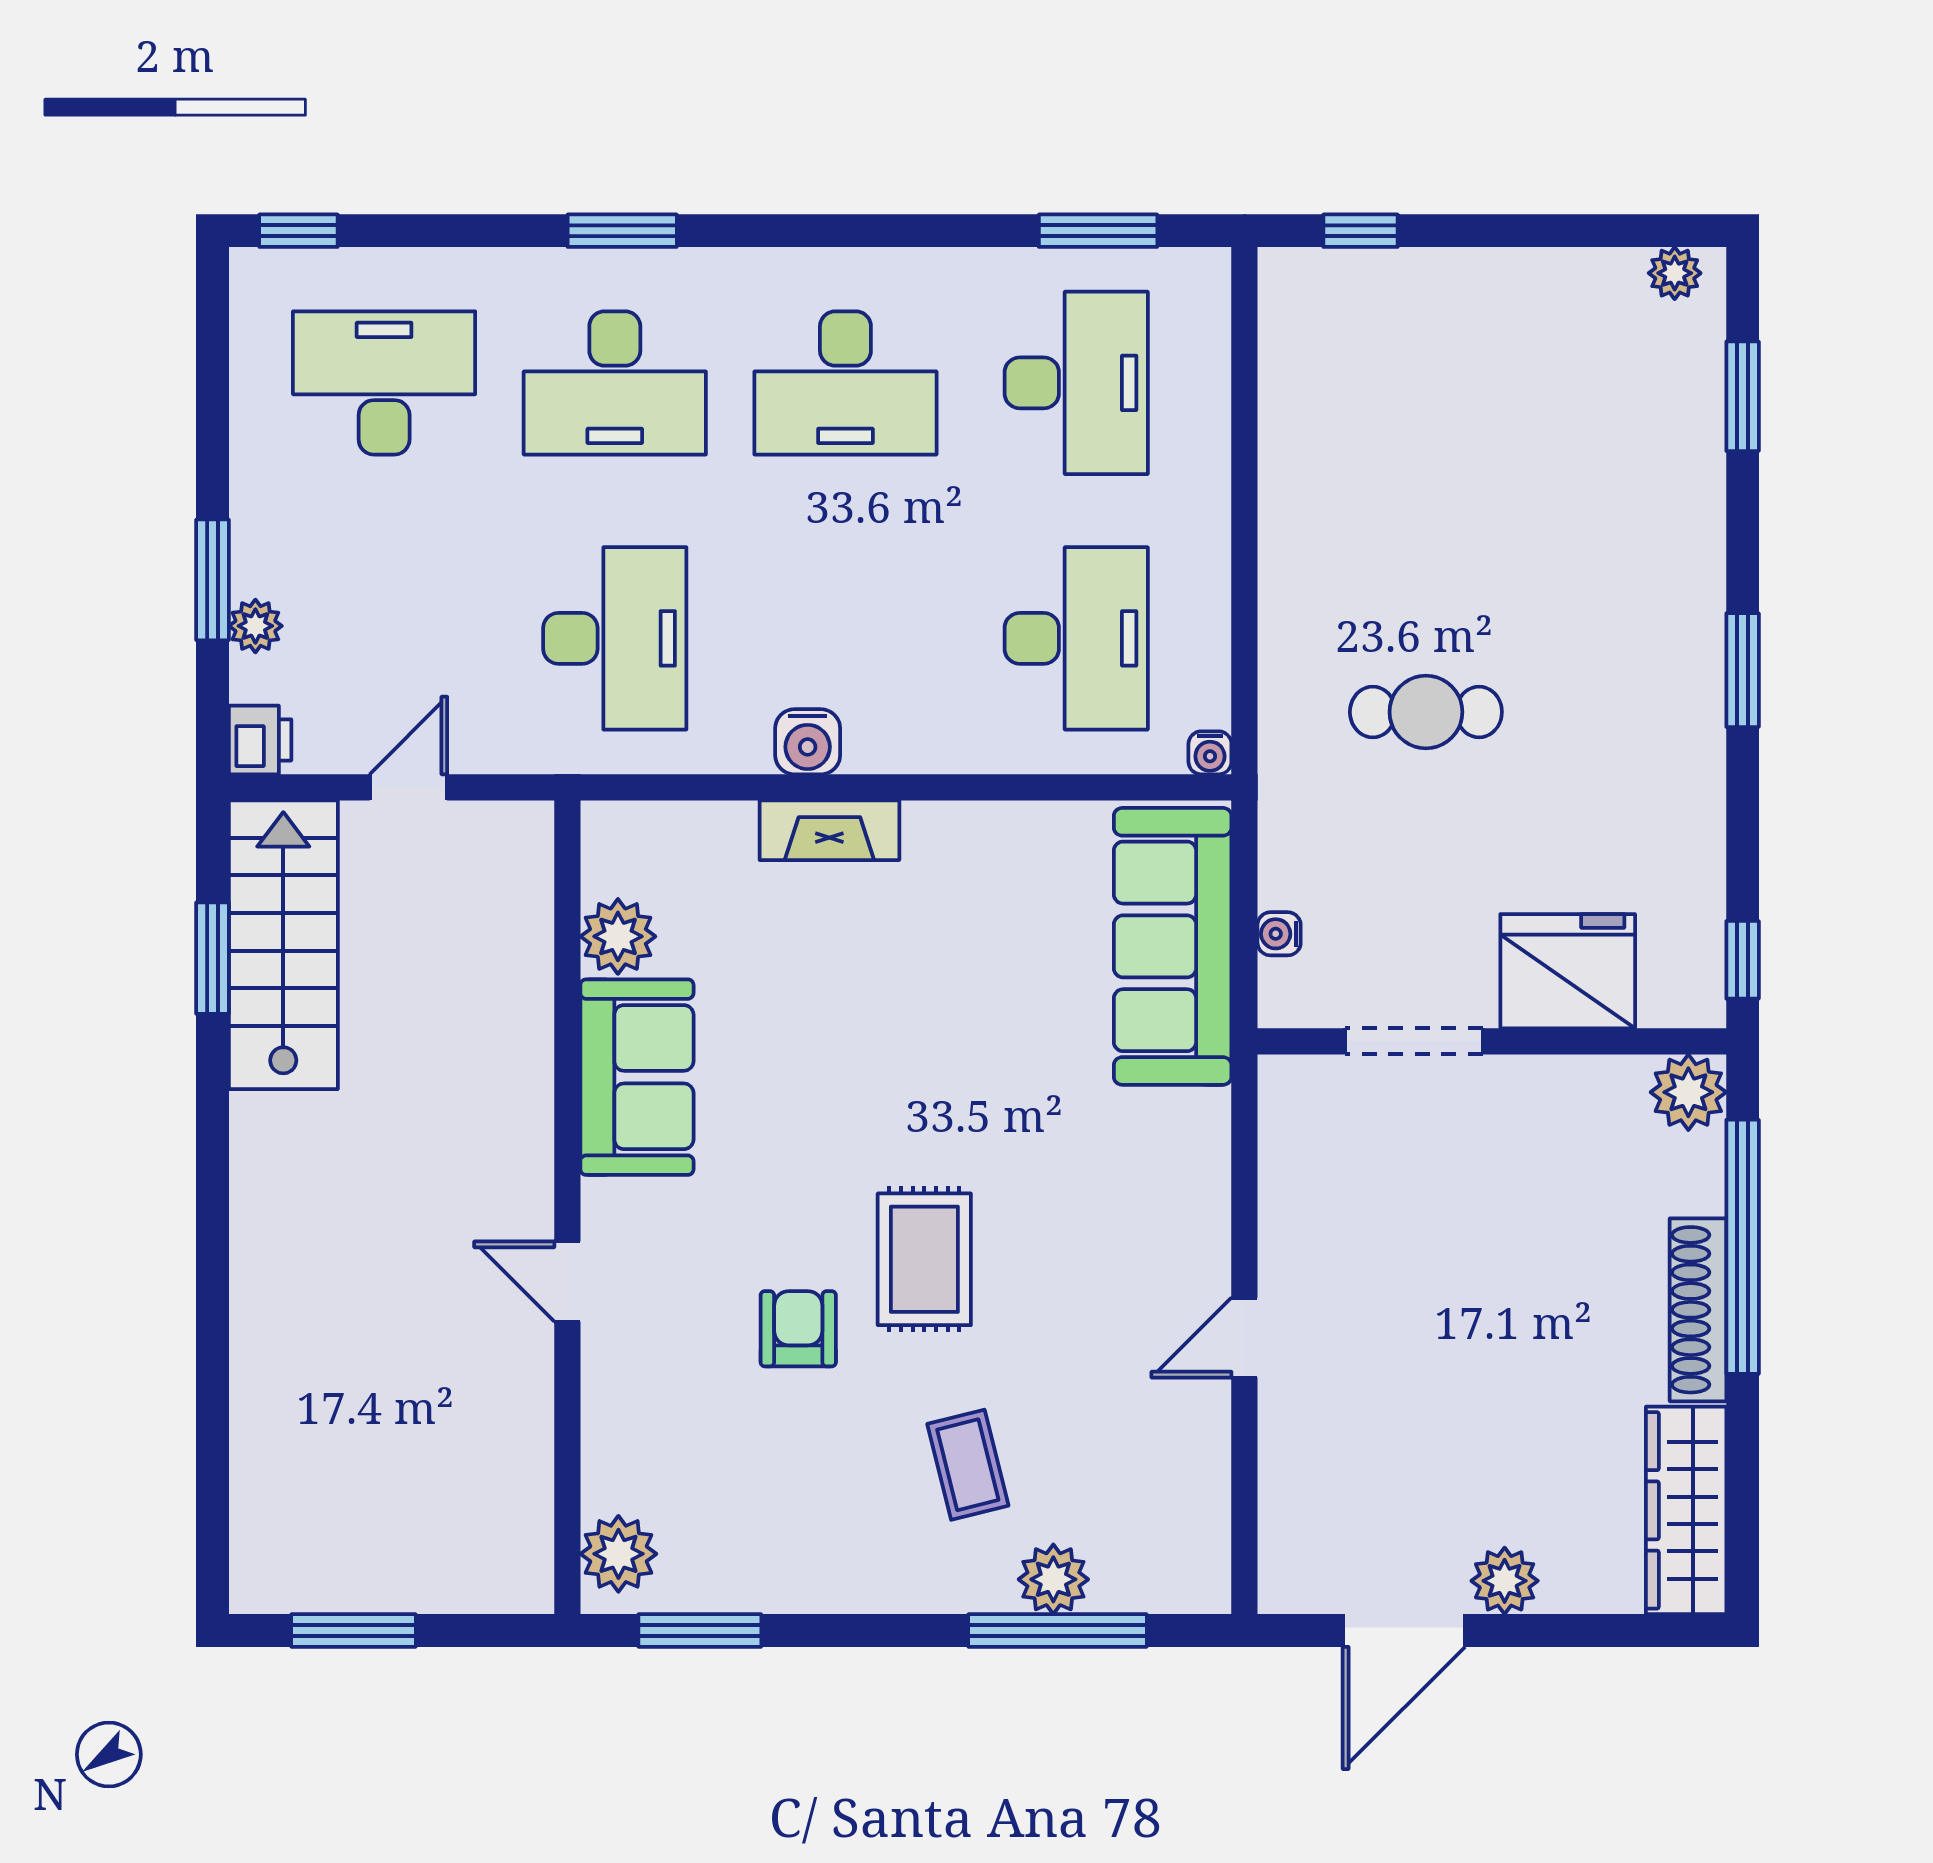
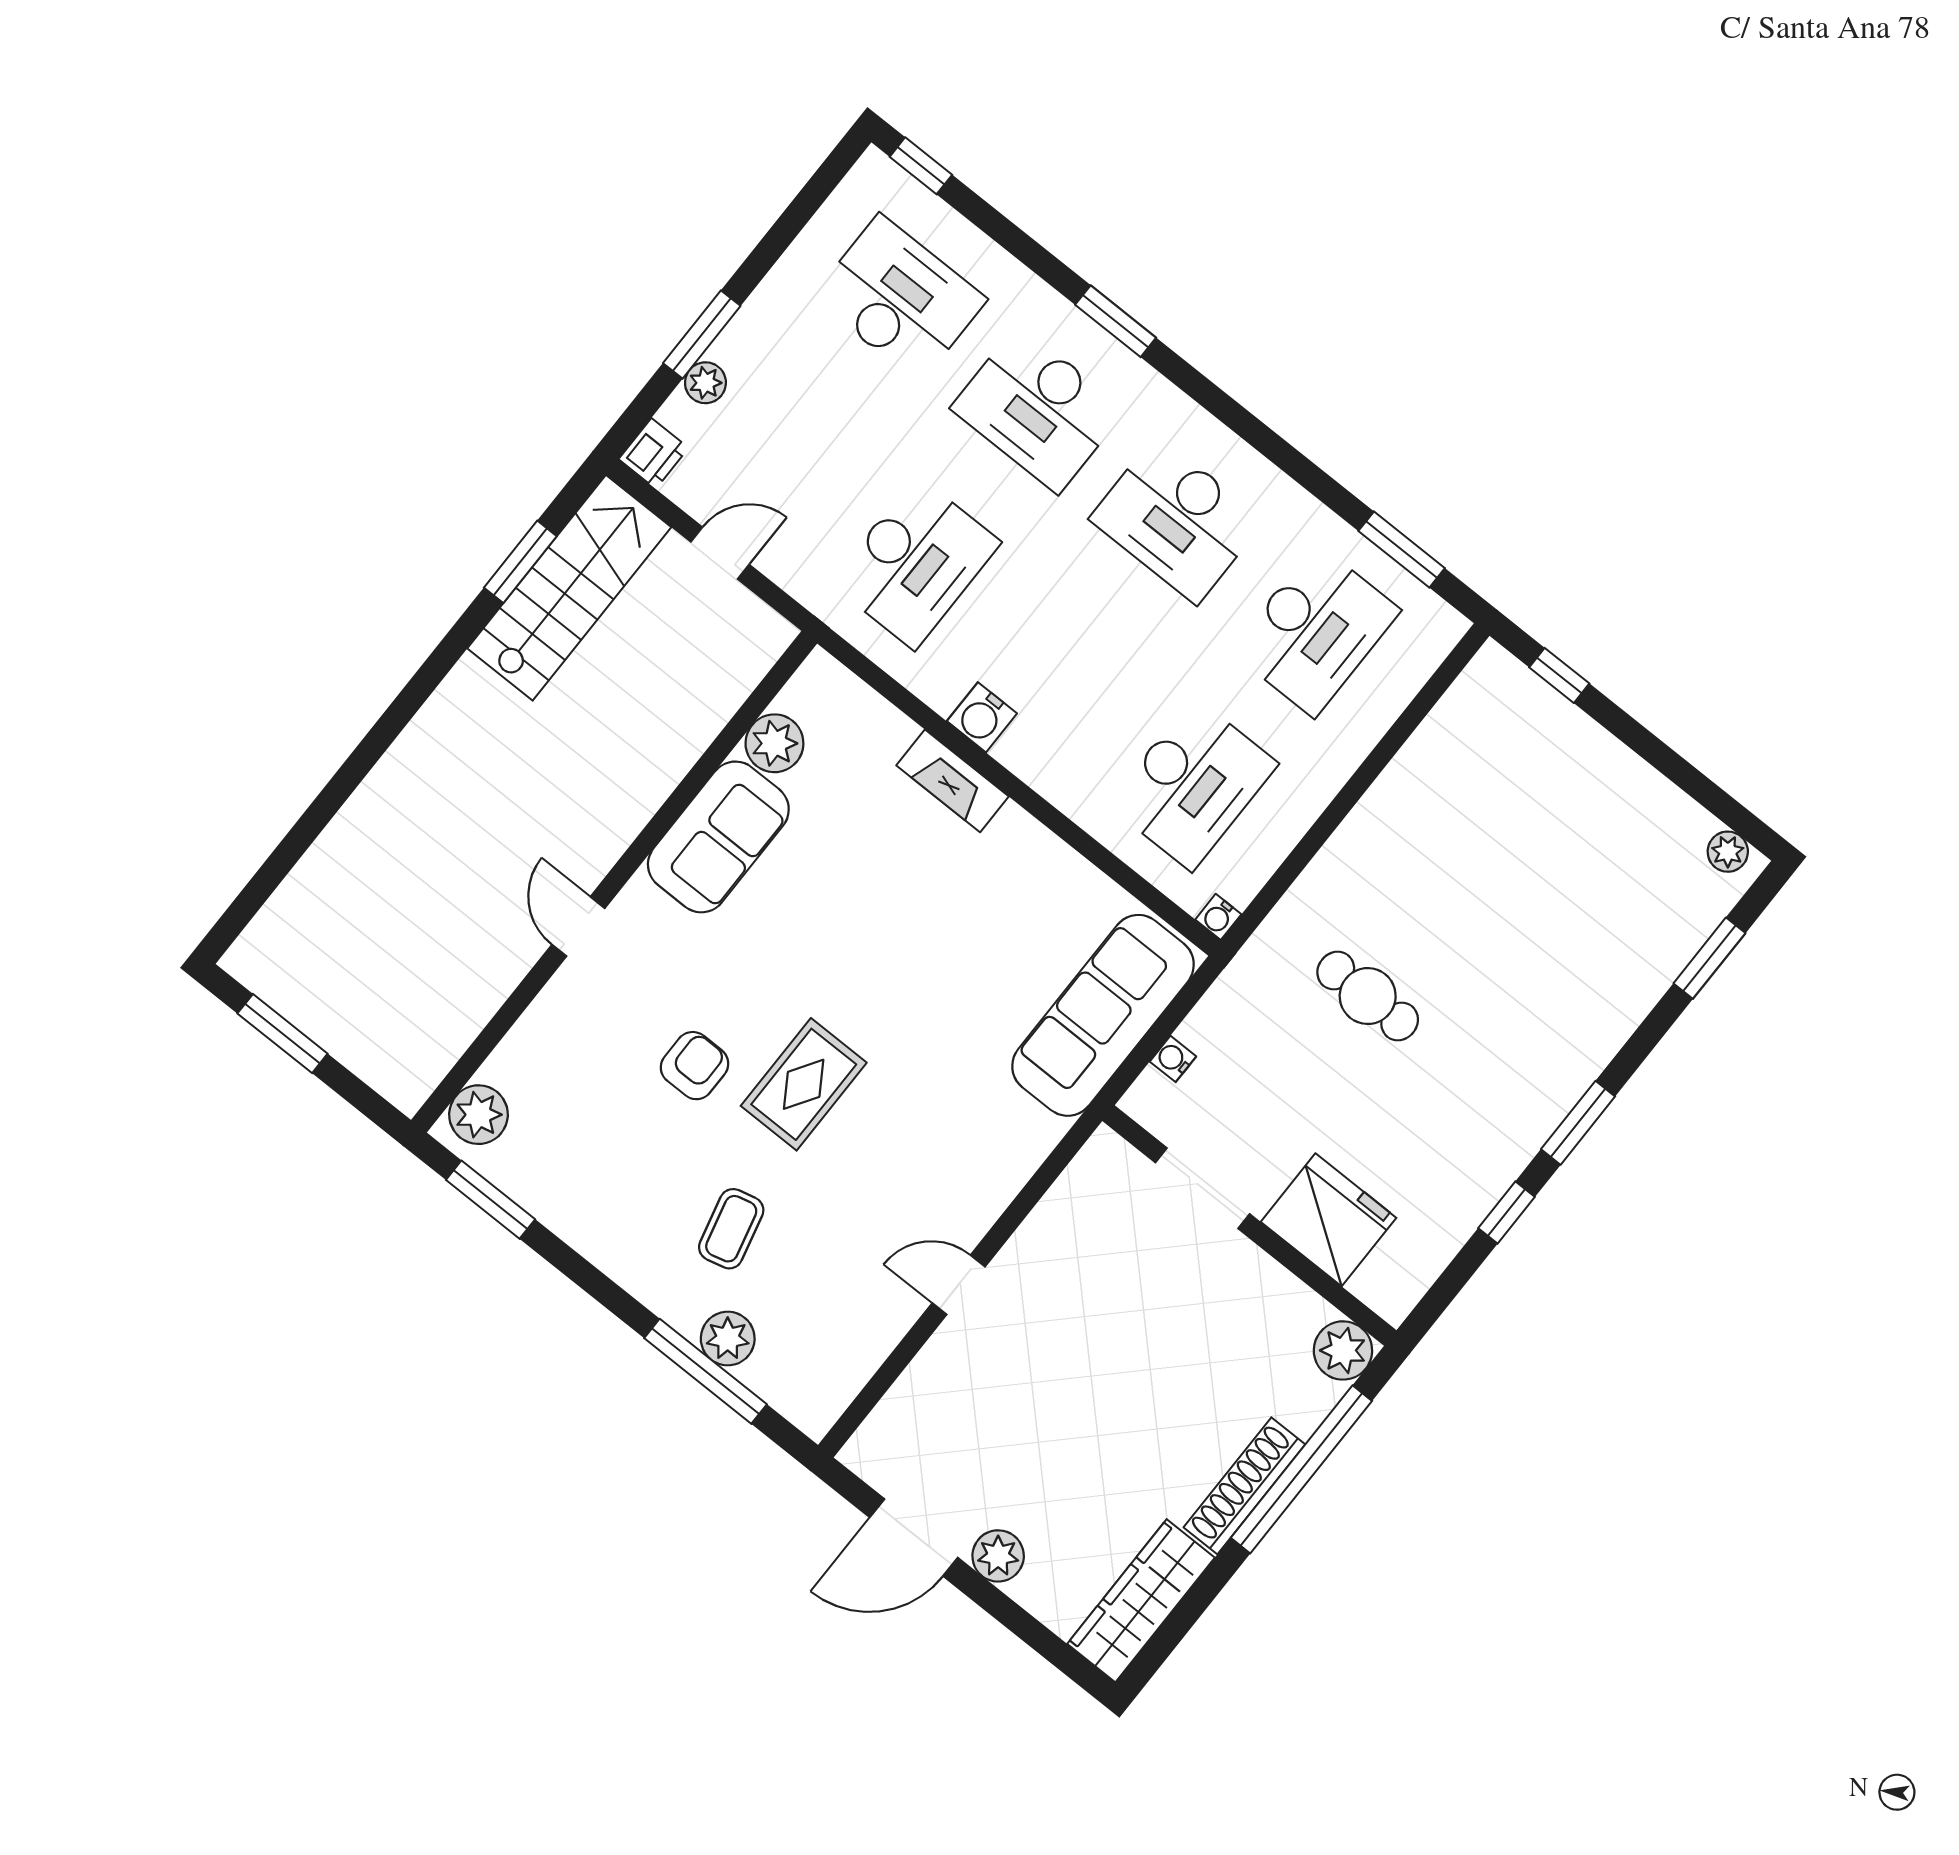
window: (1743, 960) -> (1506, 1212), moved

